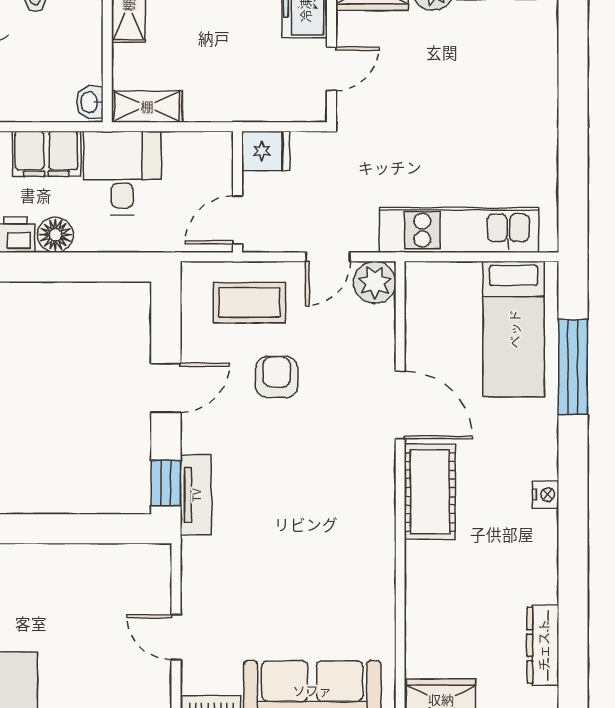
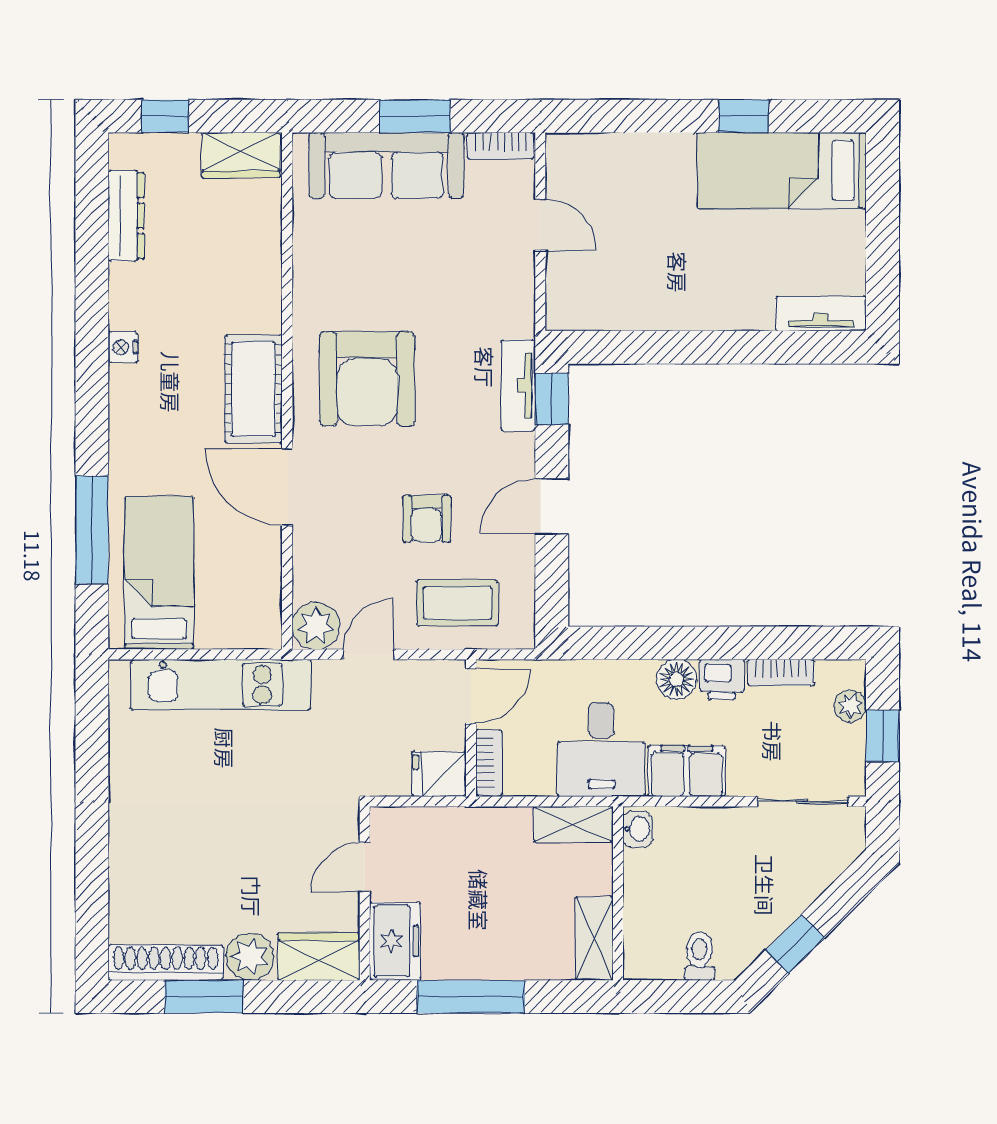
bookcase: (221, 161) -> (489, 763), added
nightstand: (546, 495) -> (123, 347), moved
armchair: (329, 501) -> (367, 379), added

